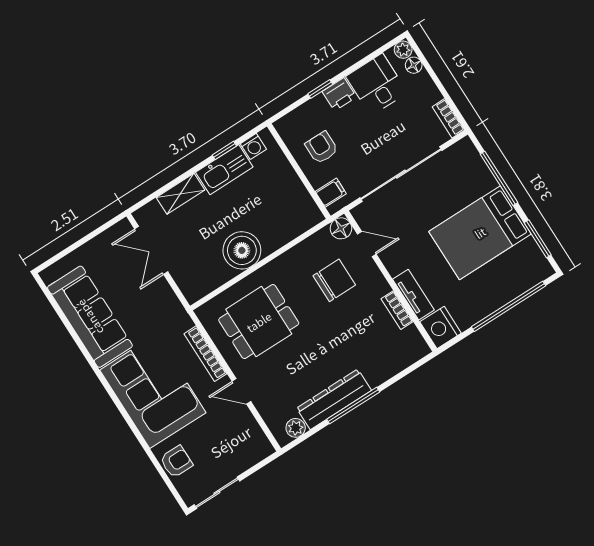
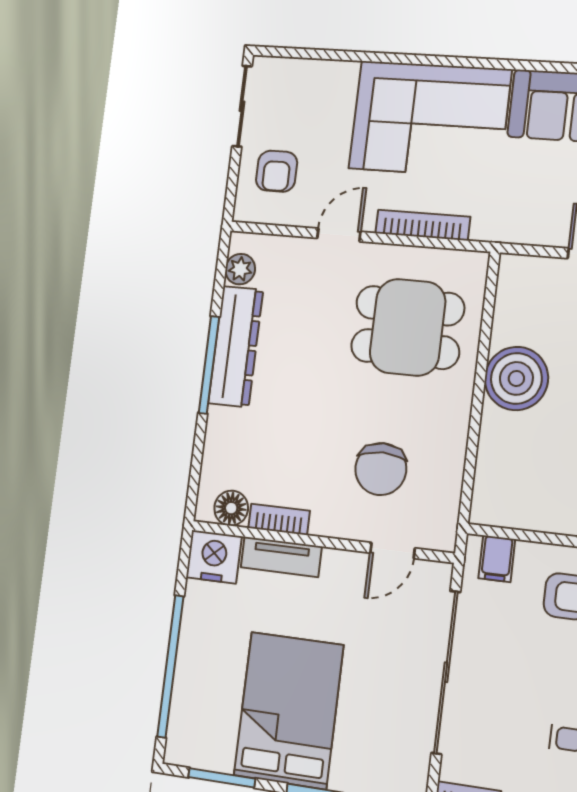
floor lamp: (341, 228) -> (231, 508), moved
dining table: (259, 322) -> (408, 327), turned 90
armchair: (176, 462) -> (277, 171), moved

